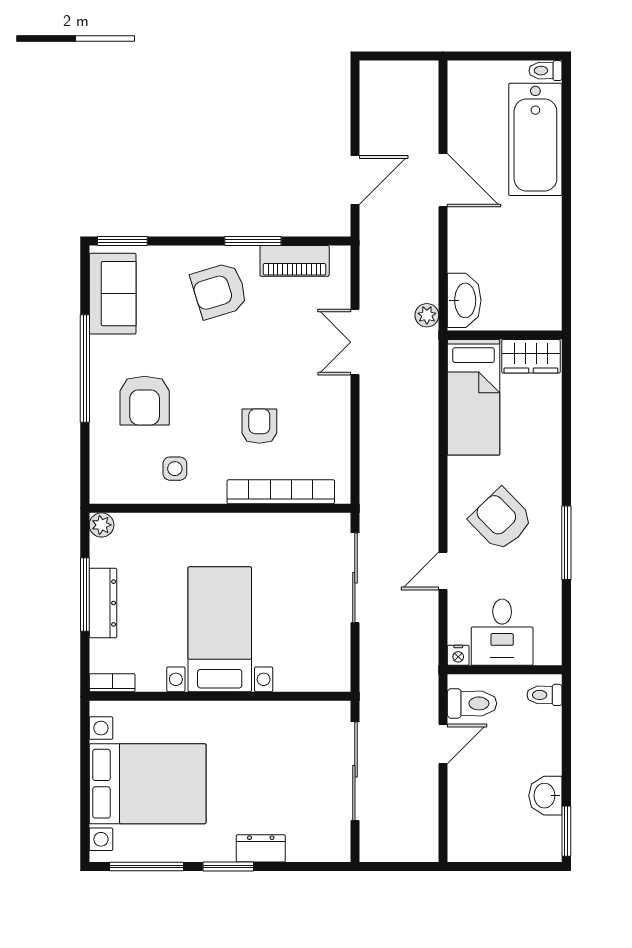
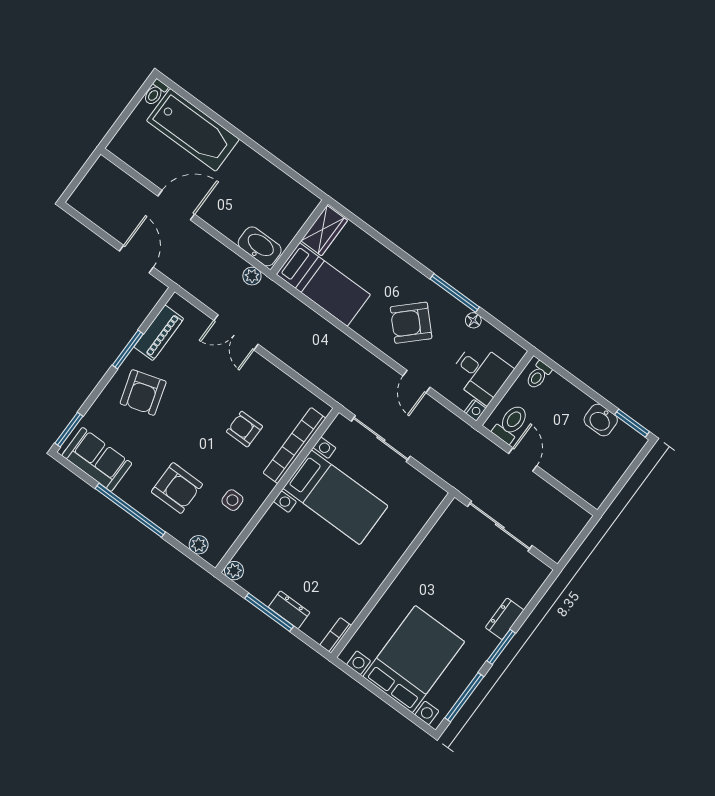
plant: (101, 467) -> (199, 545), added
floor lamp: (552, 584) -> (473, 320), added
dresser: (103, 603) -> (289, 610), width x0.70
bed with nightstands: (220, 629) -> (335, 497), moved, turned 180

